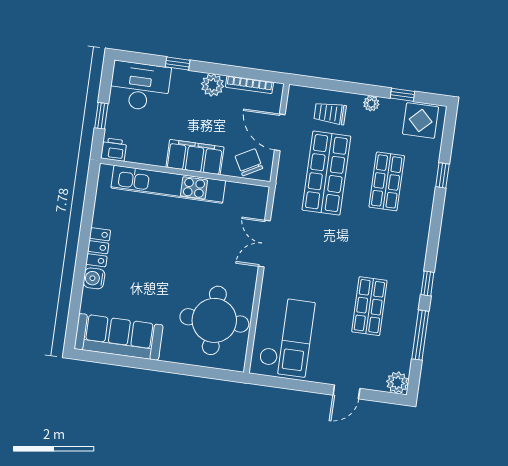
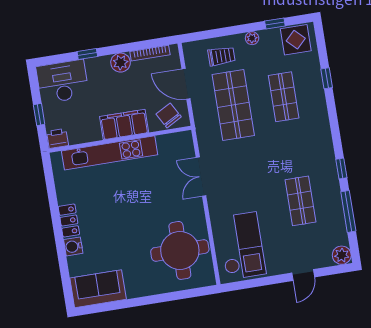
trolley: (330, 113) -> (221, 56), turned 180
sofa: (119, 337) -> (98, 289), width x0.73

